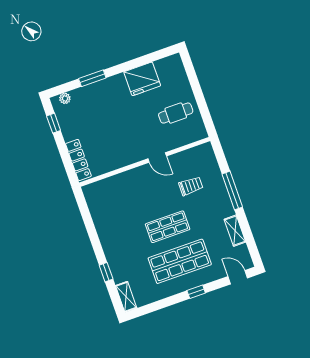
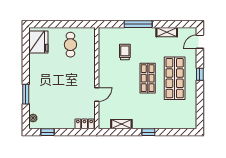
fridge: (142, 79) -> (38, 42), moved
door: (157, 157) -> (97, 95), moved
locker: (78, 160) -> (84, 124), width x0.66
window: (106, 272) -> (148, 132), moved
shelving: (126, 297) -> (121, 124), moved

